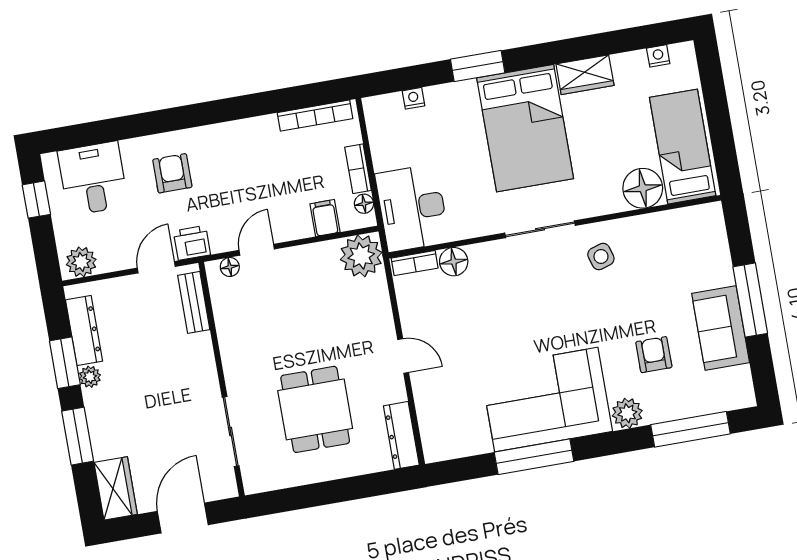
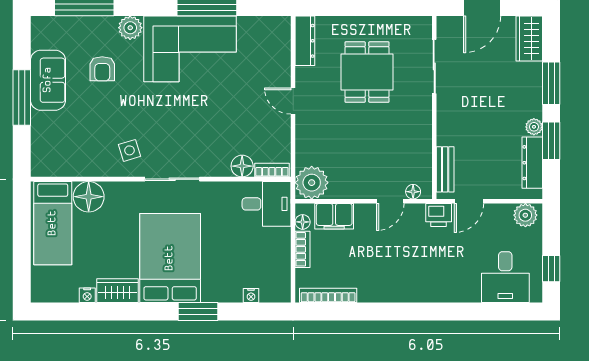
nightstand: (658, 56) -> (87, 295), moved
armchair: (172, 173) -> (444, 271), removed
desk: (412, 208) -> (267, 204), width x0.73
filing cabinet: (325, 218) -> (334, 216), width x2.00

